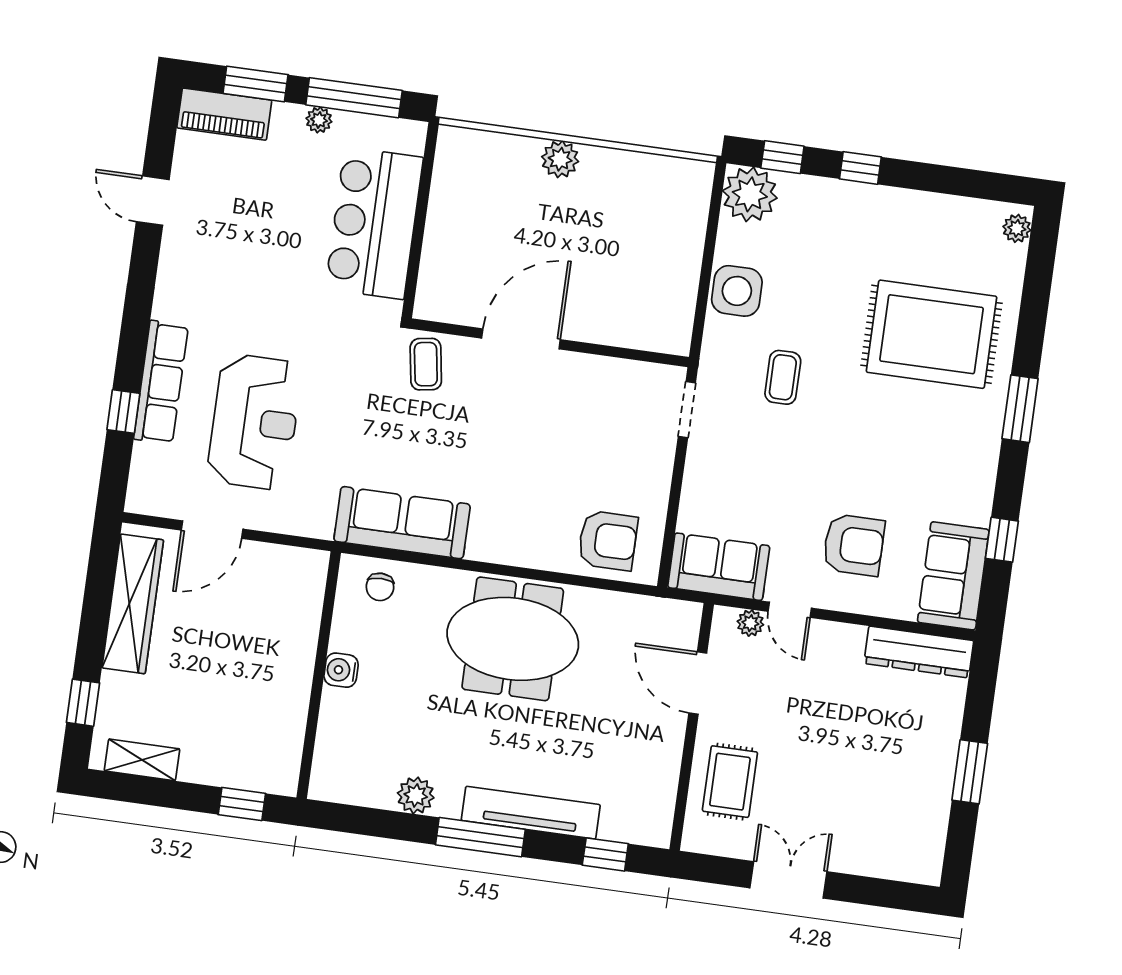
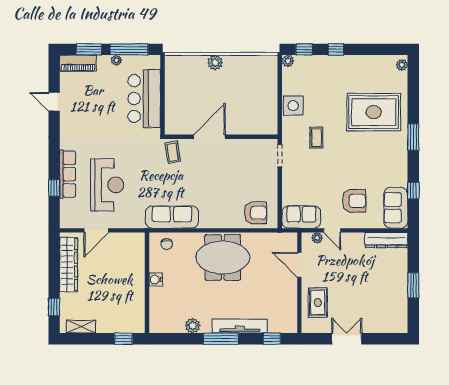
plant: (750, 194) -> (288, 61), width x0.53, depth x0.53

